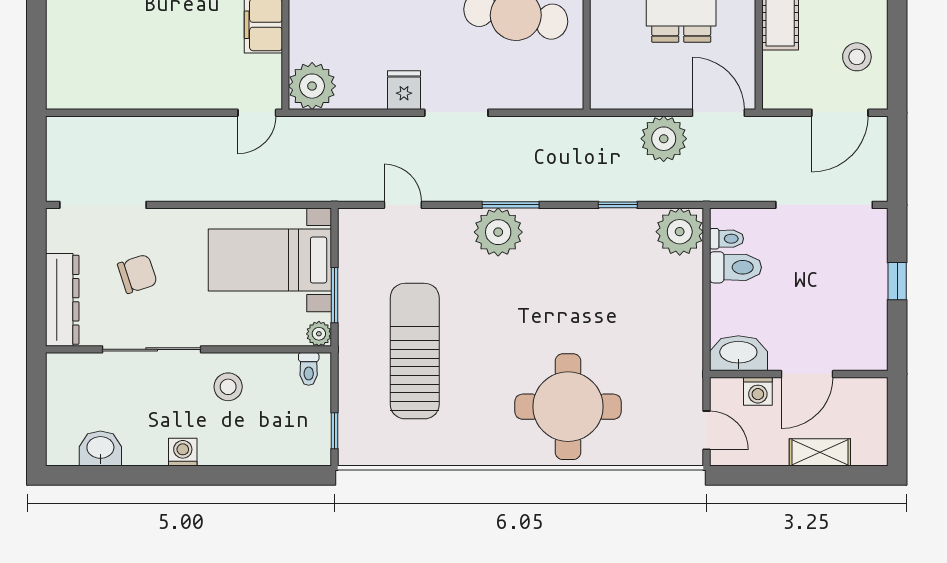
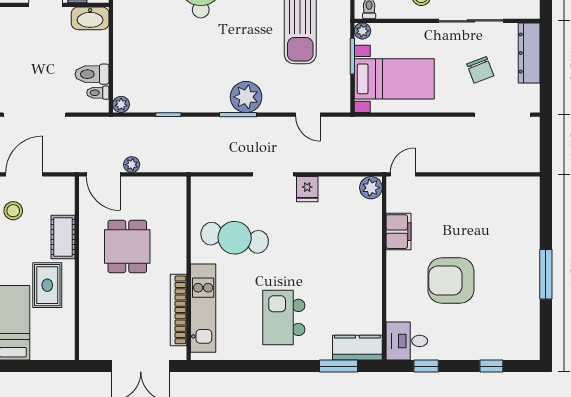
plant: (312, 86) -> (371, 188), width x0.73, depth x0.73
plant: (664, 139) -> (132, 165), width x0.53, depth x0.53
plant: (680, 232) -> (121, 104), width x0.53, depth x0.53
chair: (137, 274) -> (480, 70), turned -93

